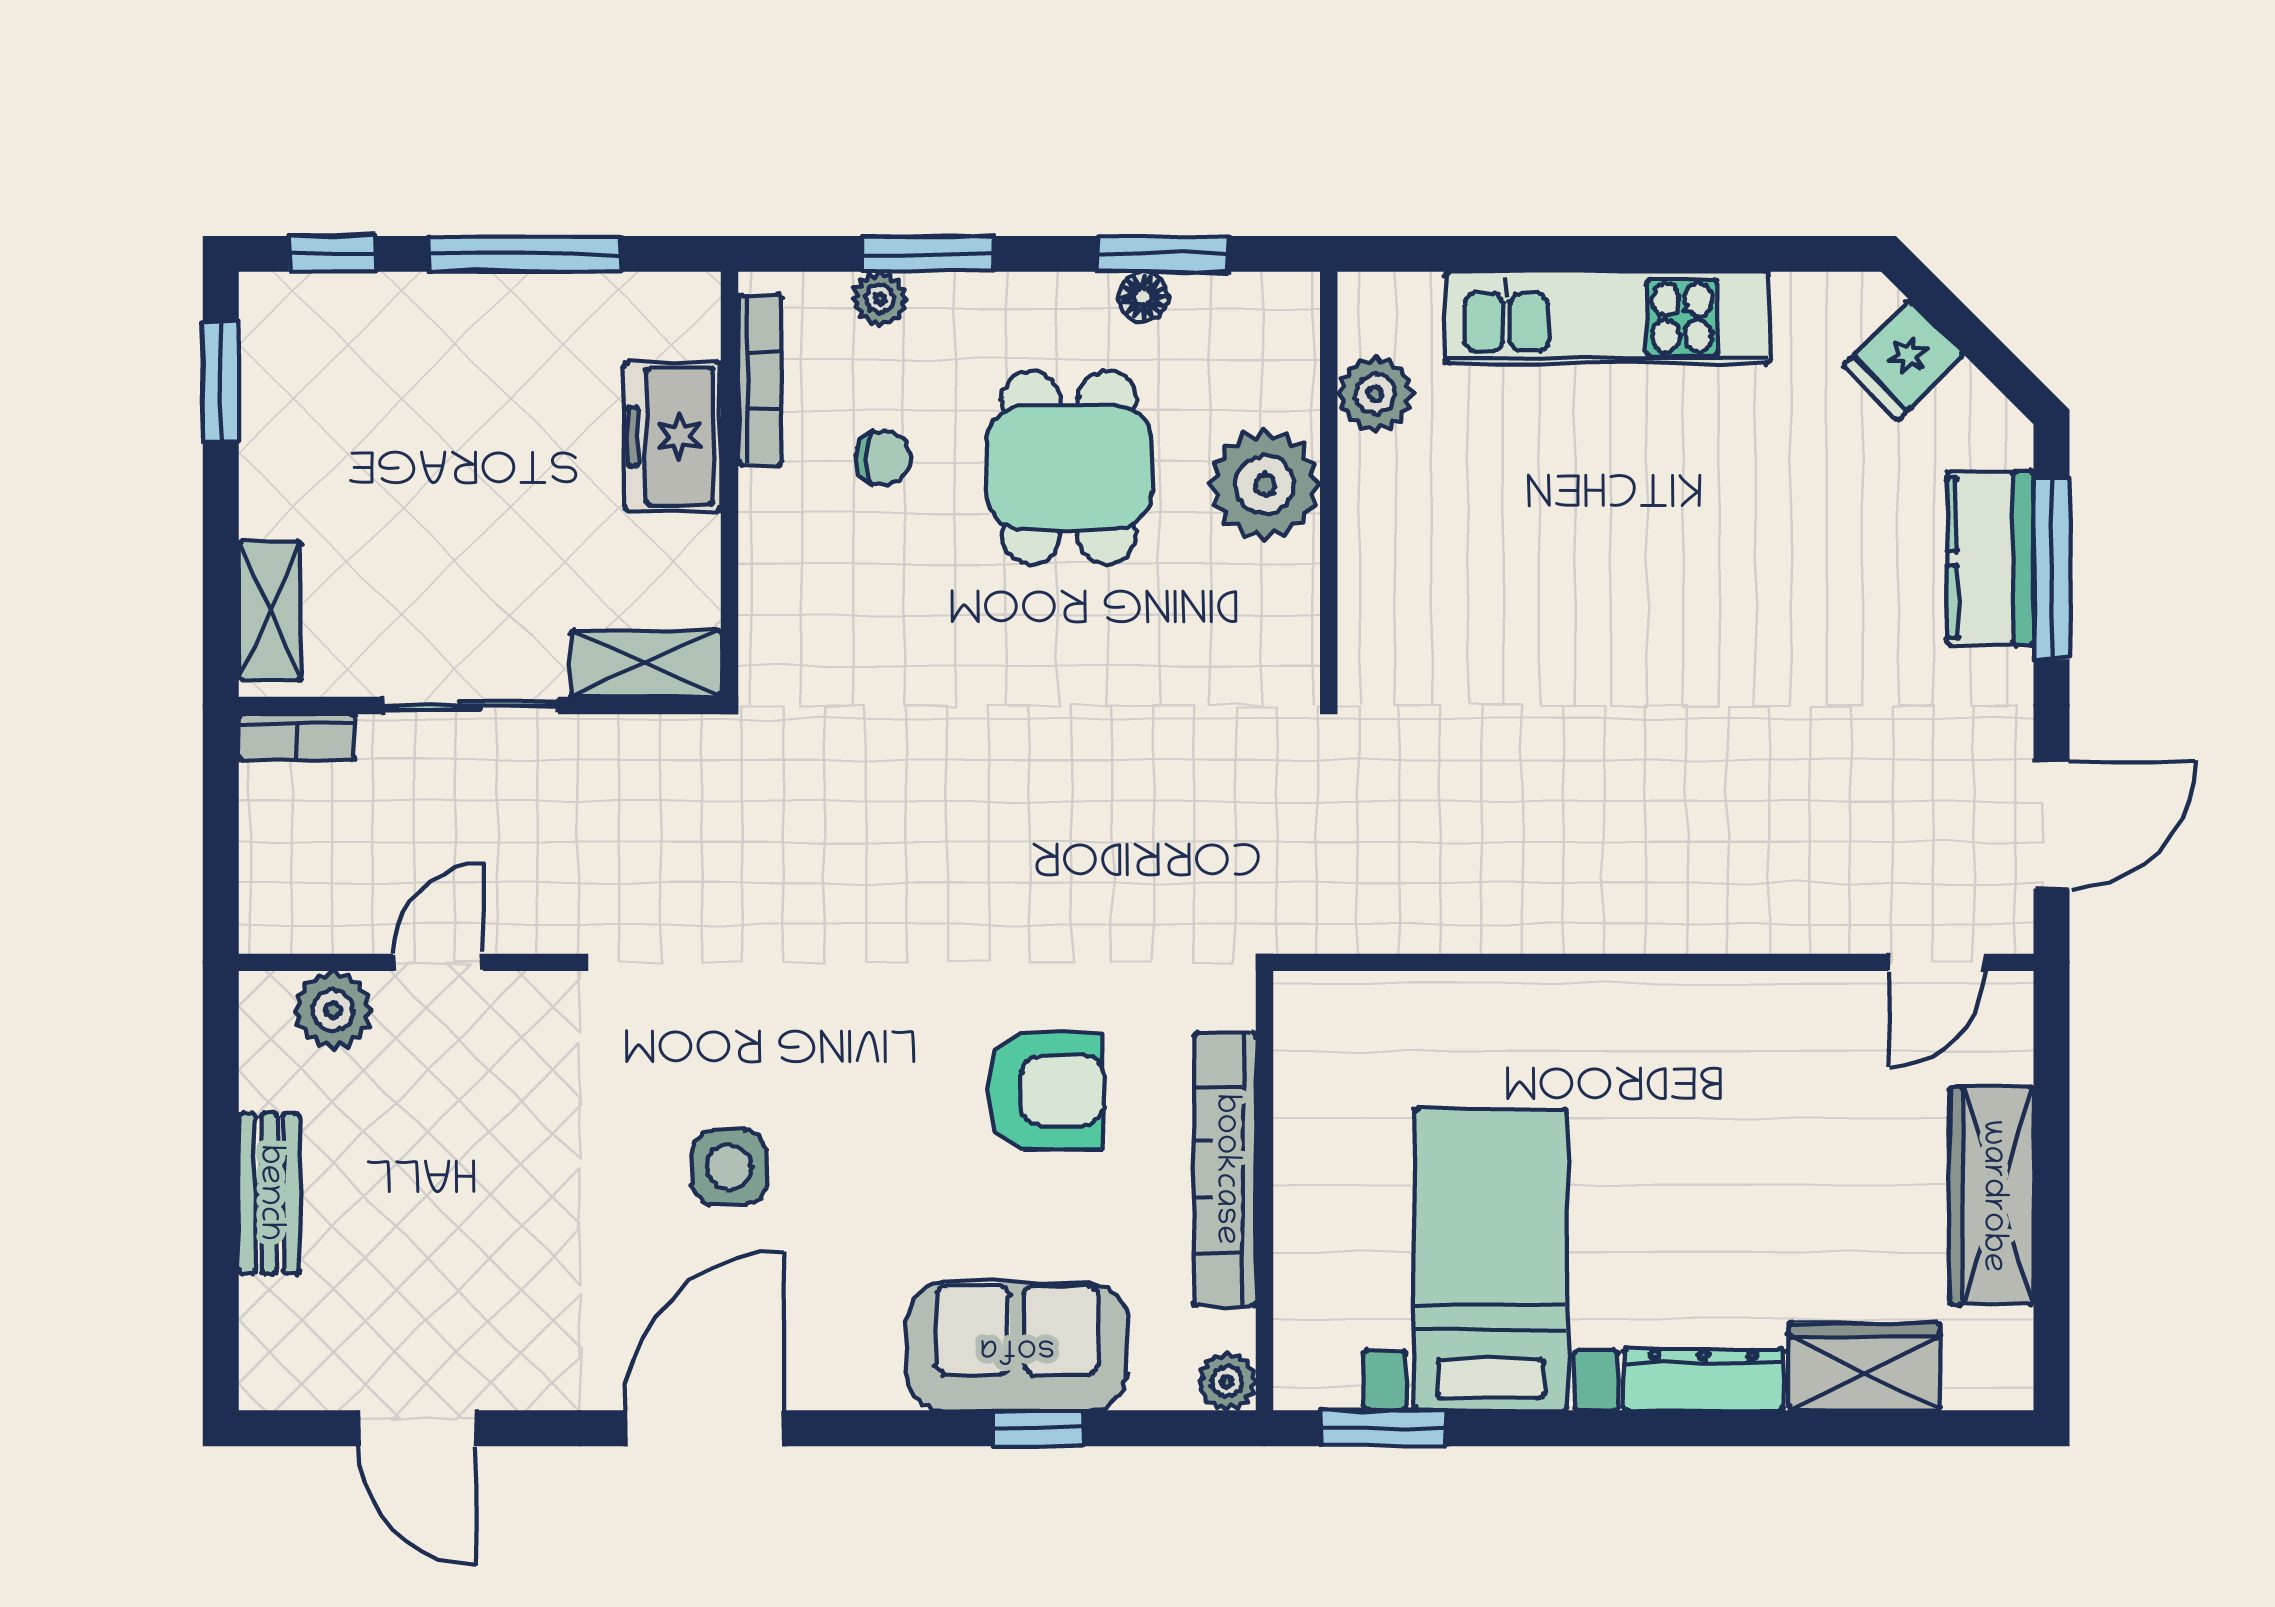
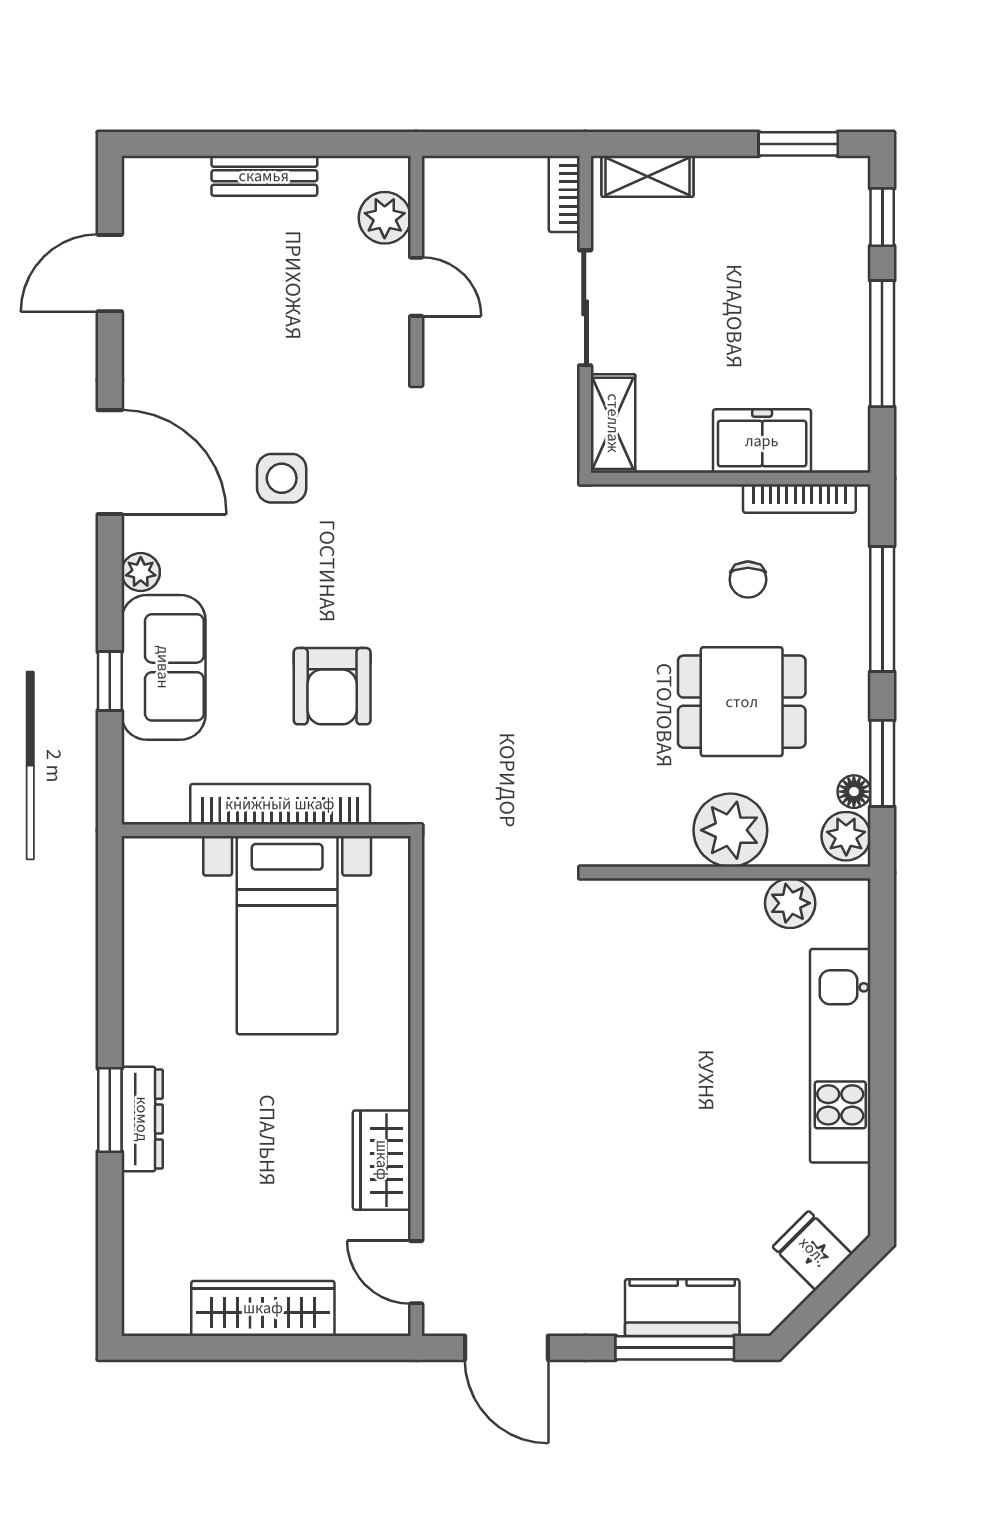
window: (928, 254) -> (882, 609), width x1.44
floor lamp: (1143, 297) -> (854, 792), moved
plant: (880, 299) -> (846, 836), moved, width x1.38, depth x1.38
bed with nightstands: (1491, 1260) -> (287, 935), moved, turned 90
wardrobe: (1865, 1367) -> (382, 1160), moved, turned 180
plant: (1227, 1381) -> (141, 572), moved
window: (1384, 1428) -> (110, 1110), moved

